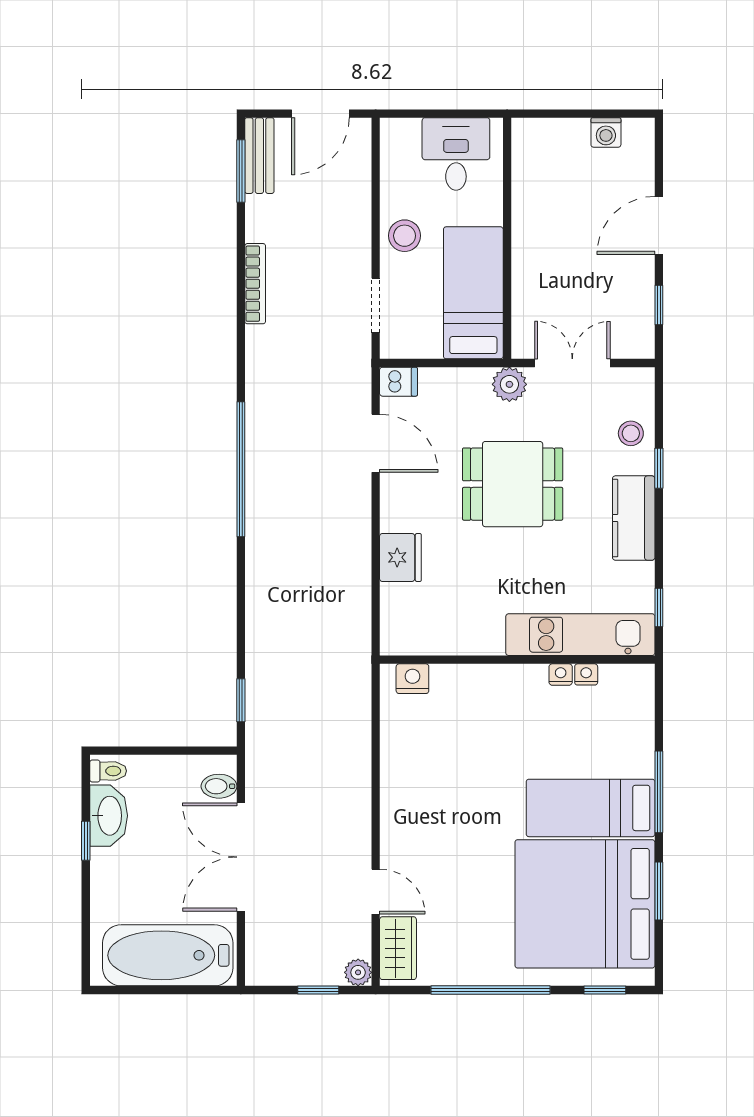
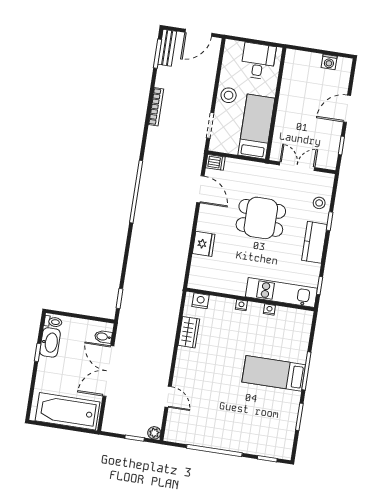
plant: (509, 384) -> (266, 172), removed
nightstand: (586, 674) -> (241, 305), moved
bed: (585, 904) -> (264, 417), removed
wardrobe: (398, 948) -> (189, 332), moved

